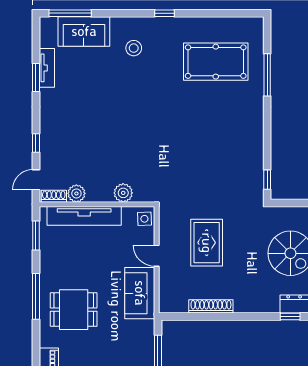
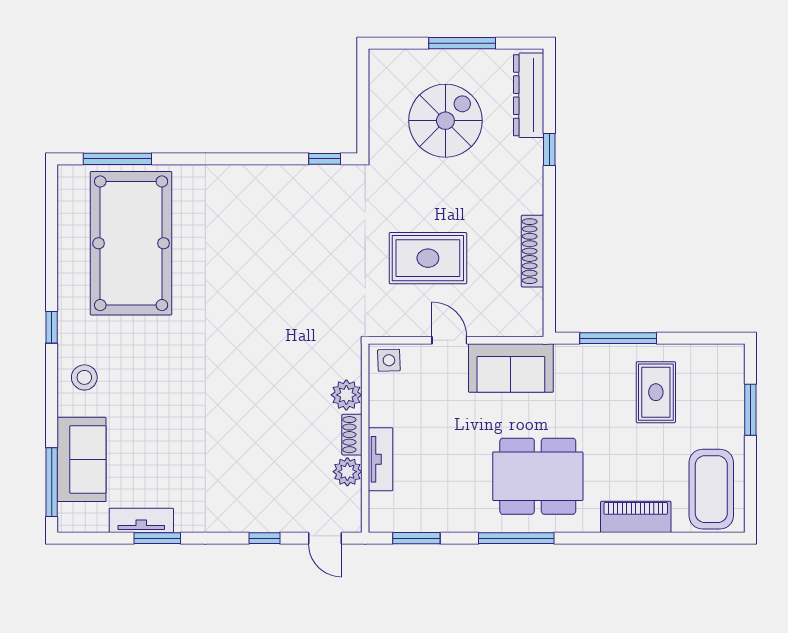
stool: (134, 48) -> (84, 377), moved
pool table: (216, 62) -> (131, 243), width x1.36, depth x1.32
window: (267, 75) -> (117, 159), moved
shoe rack: (54, 196) -> (352, 435), moved
tv unit: (84, 216) -> (381, 459), width x0.52, depth x0.78
door: (157, 256) -> (449, 340), swing flipped
dining table: (74, 310) -> (538, 476), width x1.38
window: (290, 317) -> (549, 150), moved

